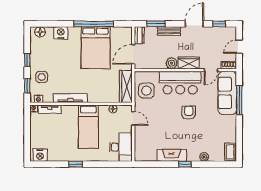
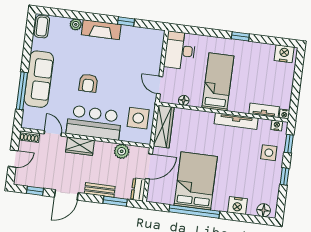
plant: (172, 63) -> (122, 151), moved
door: (211, 70) -> (53, 133), hinge flipped
sofa: (227, 93) -> (39, 79), moved
fireplace: (172, 155) -> (101, 30), moved
window: (185, 164) -> (126, 21), moved

